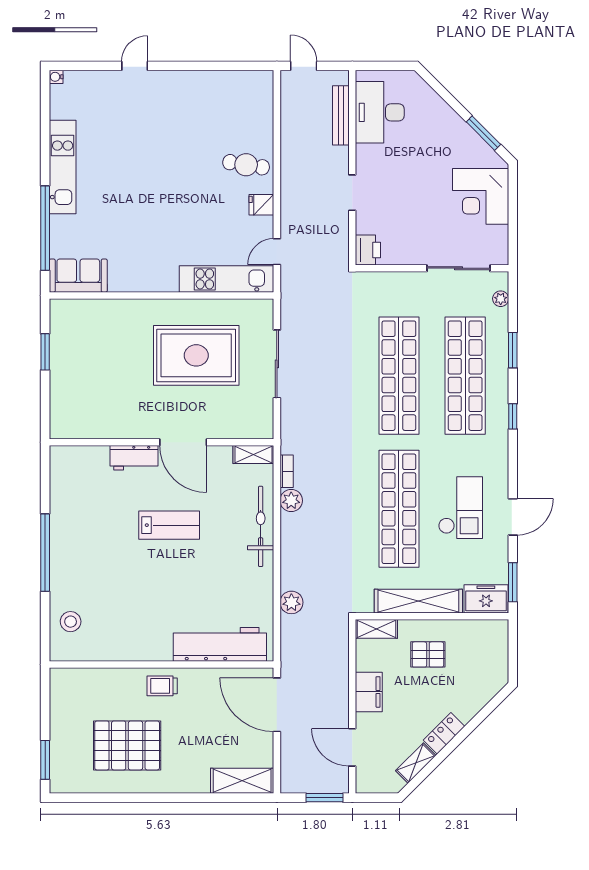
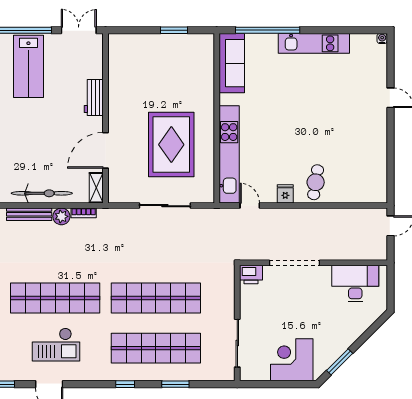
bench: (341, 115) -> (29, 214), moved
doorway: (352, 193) -> (294, 263), width x1.87
sofa: (78, 276) -> (232, 63), width x1.36
kitchen unit: (227, 279) -> (229, 154), width x1.36
plant: (501, 299) -> (214, 375), removed
door: (183, 442) -> (106, 150), moved
double door: (45, 478) -> (79, 30), added
lab bench: (169, 525) -> (28, 66), moved, width x1.36, depth x1.39

